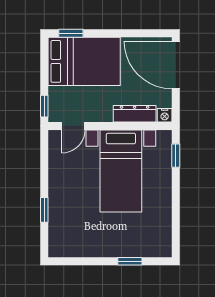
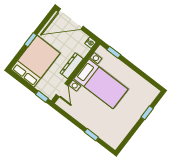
window: (71, 33) -> (31, 40), moved
dresser: (135, 114) -> (72, 66), moved

